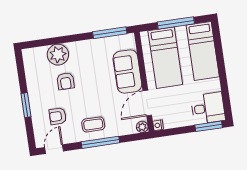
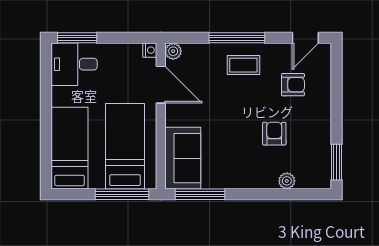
window: (176, 23) -> (122, 194), moved
plant: (58, 55) -> (287, 181), width x0.53, depth x0.53
sofa: (127, 72) -> (183, 158), moved
door: (147, 103) -> (161, 85), hinge flipped
window: (26, 105) -> (336, 162), moved

